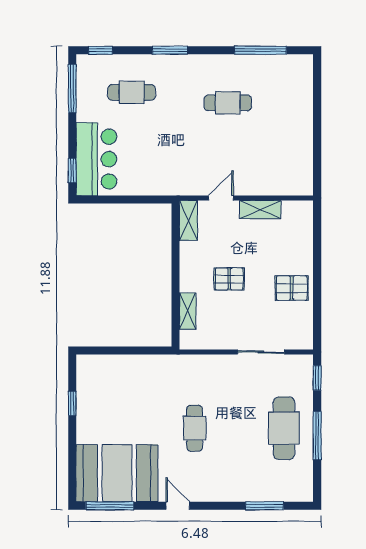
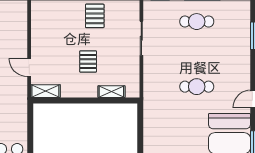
shelving: (260, 210) -> (38, 39), removed
cafe table: (284, 428) -> (197, 22), width x0.73, depth x0.74

